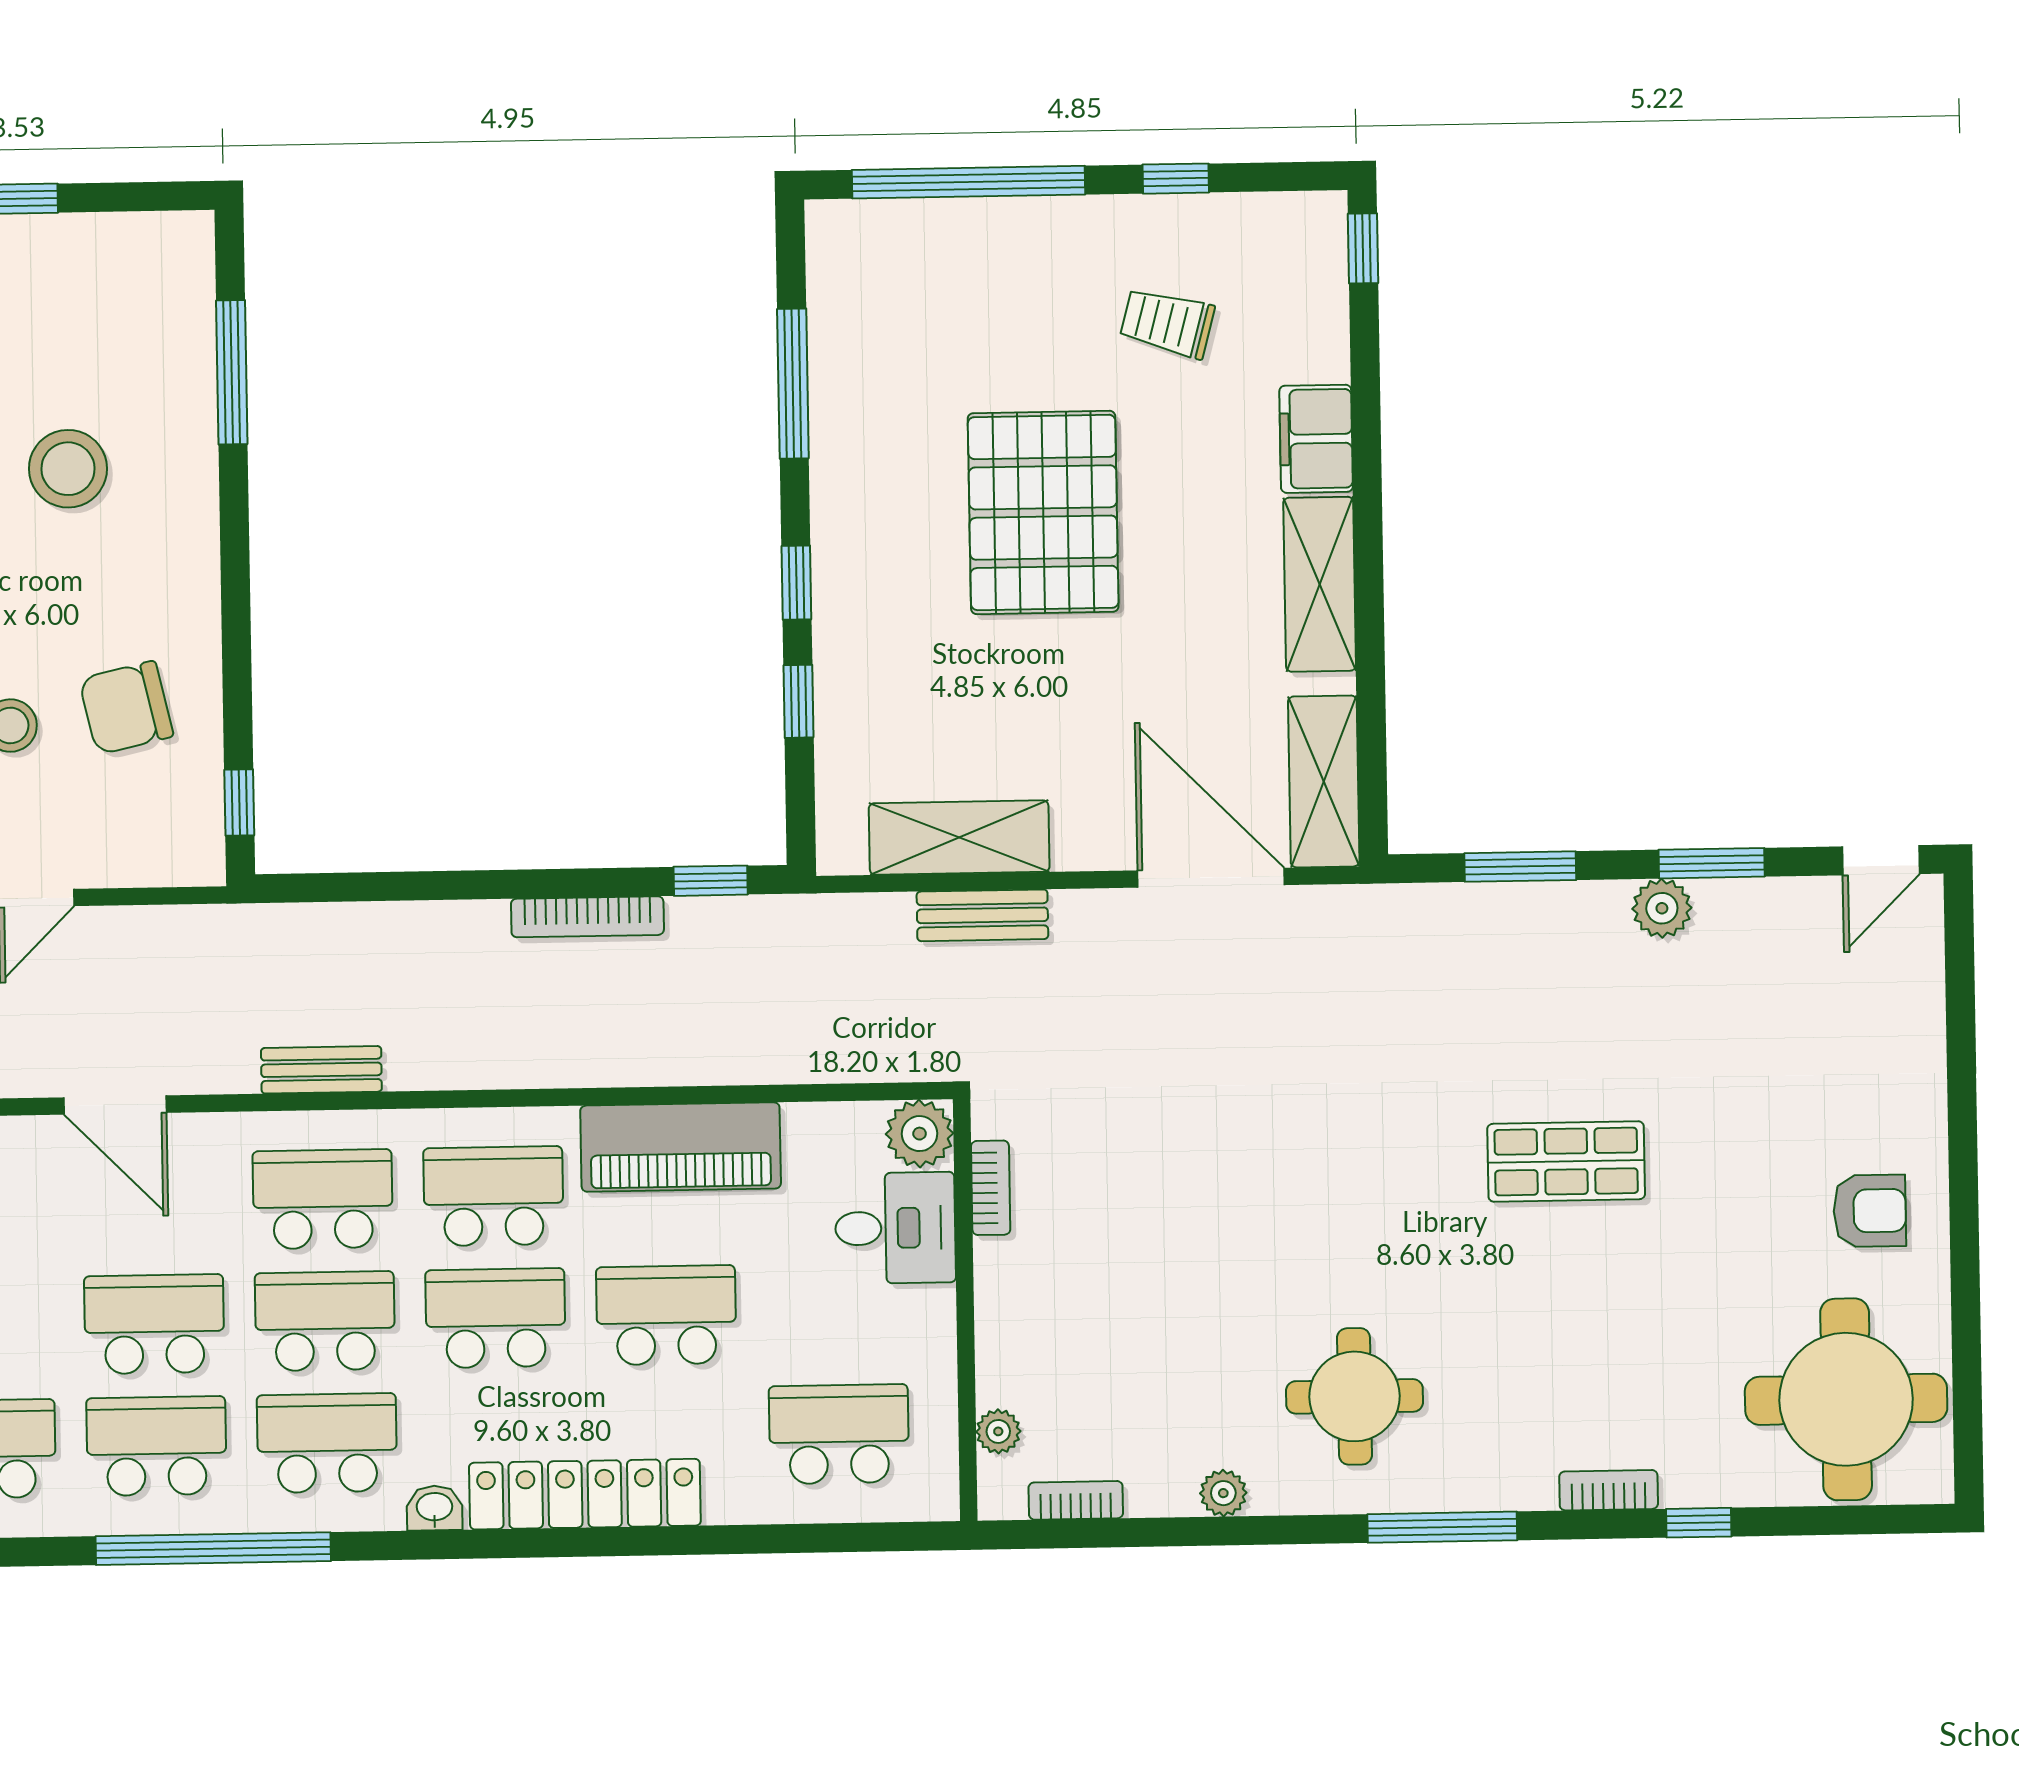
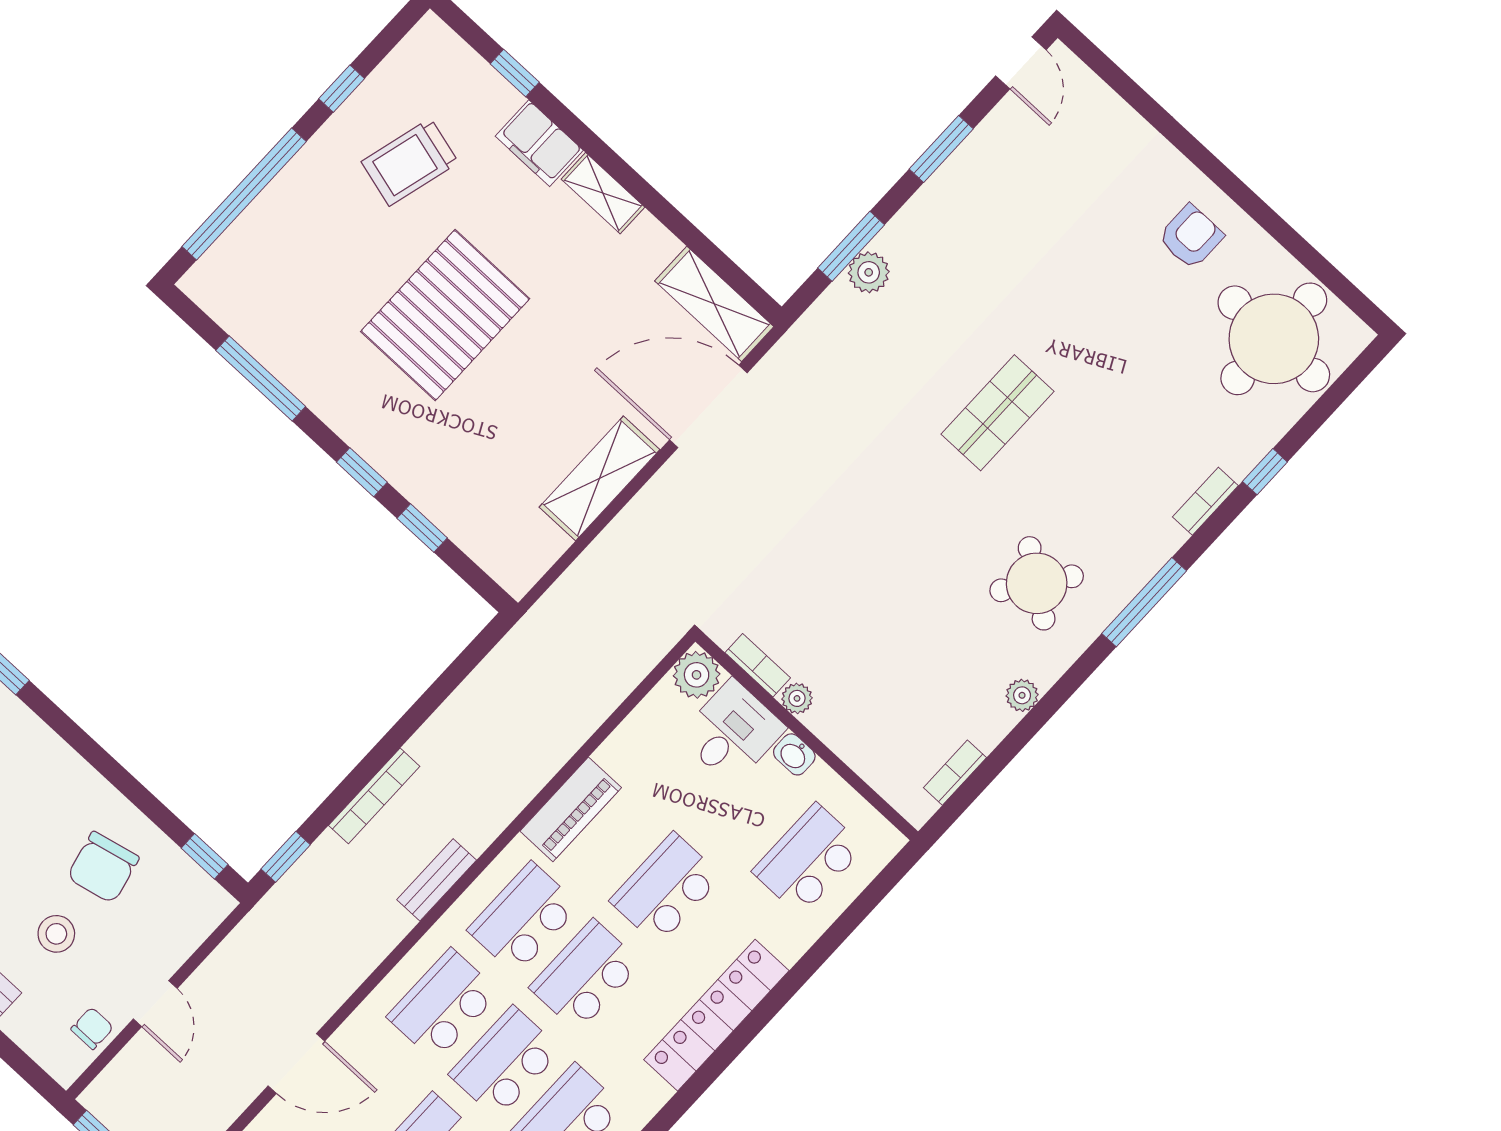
window: (1363, 248) -> (515, 73), moved
trolley: (1167, 323) -> (410, 162), width x1.36, depth x1.39
pallet: (1043, 512) -> (445, 315), turned 90
shelving: (1320, 584) -> (603, 193), width x0.67, depth x0.75
shelving: (959, 838) -> (599, 478), moved
window: (711, 881) -> (286, 857), moved
plant: (1662, 908) -> (869, 272), moved
bench: (982, 915) -> (618, 539), removed
bookcase: (587, 917) -> (374, 796), moved
bench: (321, 1070) -> (437, 880), moved
piano: (681, 1147) -> (571, 809), width x0.73, depth x0.75
shop shelf: (1566, 1161) -> (998, 413), moved
round table: (1354, 1396) -> (1037, 583), turned 36
plant: (998, 1431) -> (797, 698), moved
washbasin: (434, 1508) -> (794, 754), moved, turned -90

